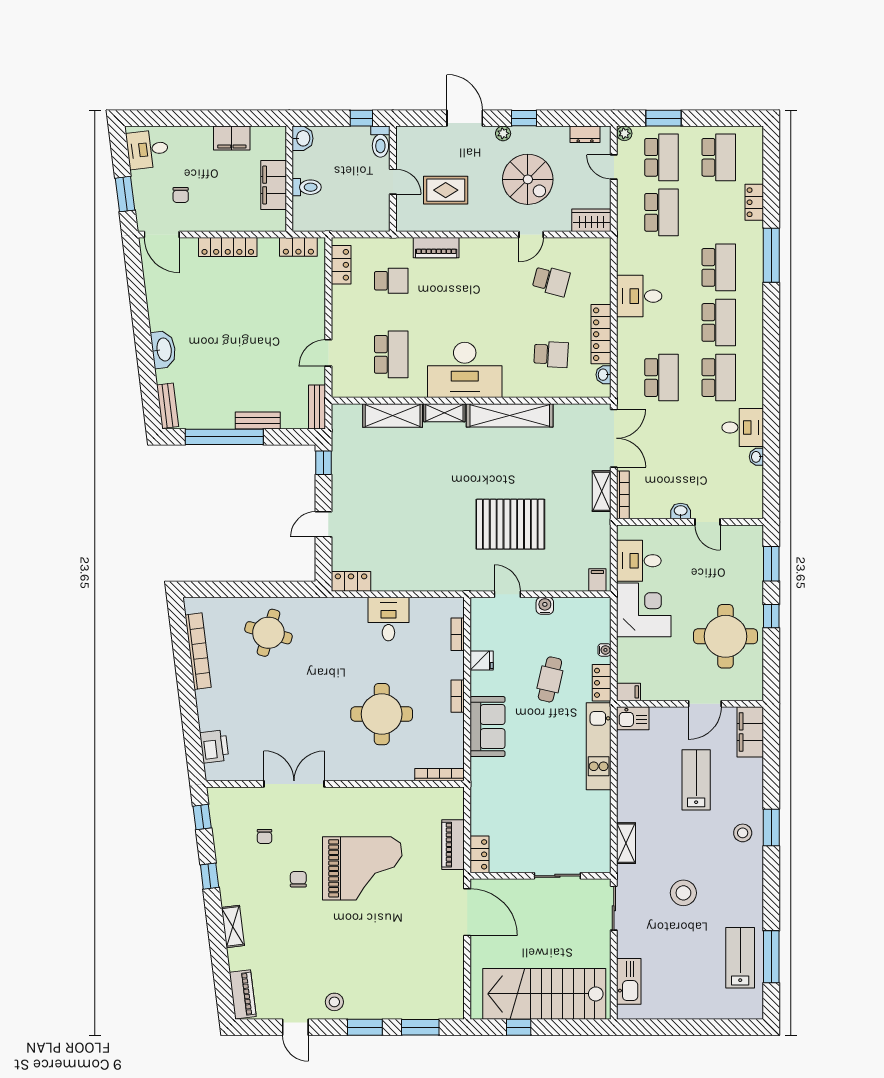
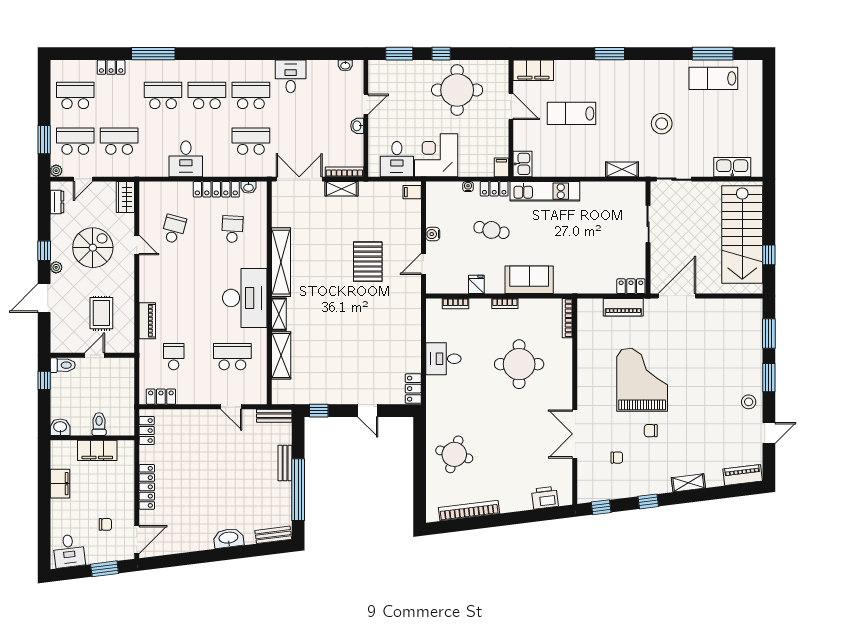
washbasin: (756, 457) -> (345, 65), moved
pallet: (510, 524) -> (368, 262), width x0.73, depth x0.71
stool: (743, 833) -> (614, 76), removed

